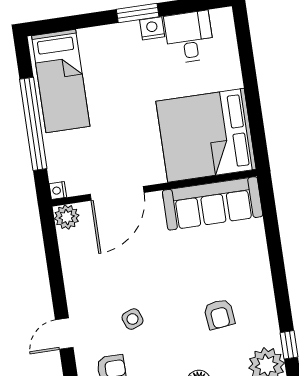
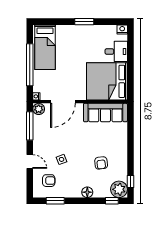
nightstand: (152, 28) -> (122, 29), moved
desk: (189, 37) -> (116, 51), moved, turned 90
window: (53, 256) -> (30, 126), added
door: (64, 334) -> (30, 161), swing flipped

